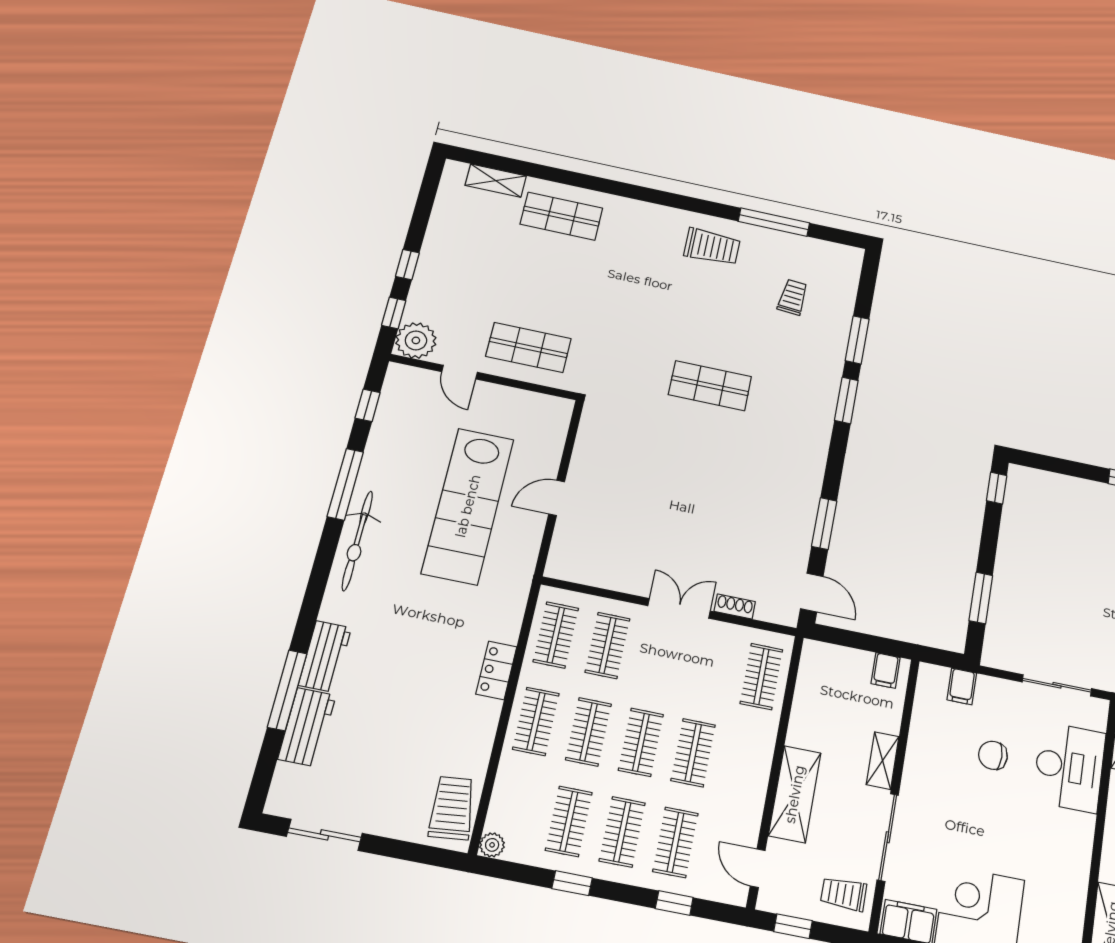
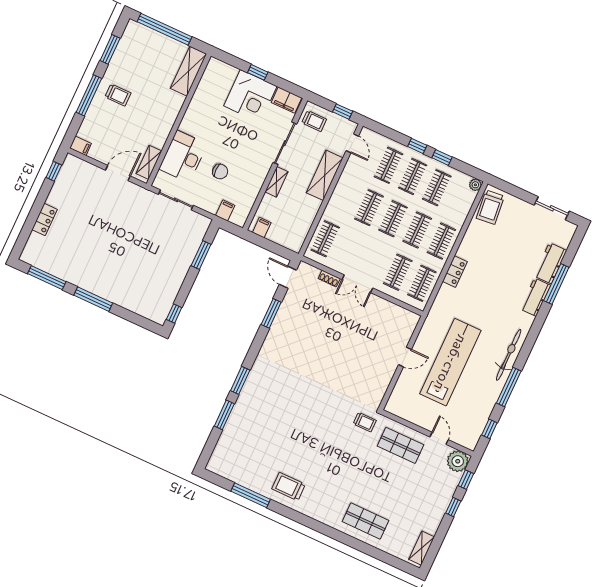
shelving: (496, 181) -> (422, 548), moved, turned 90
trolley: (793, 297) -> (365, 422), moved, turned -95
shop shelf: (710, 386) -> (311, 404), removed
window: (674, 903) -> (417, 146), moved

